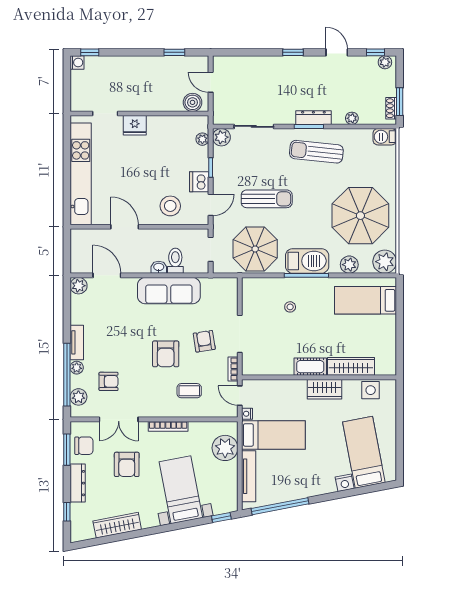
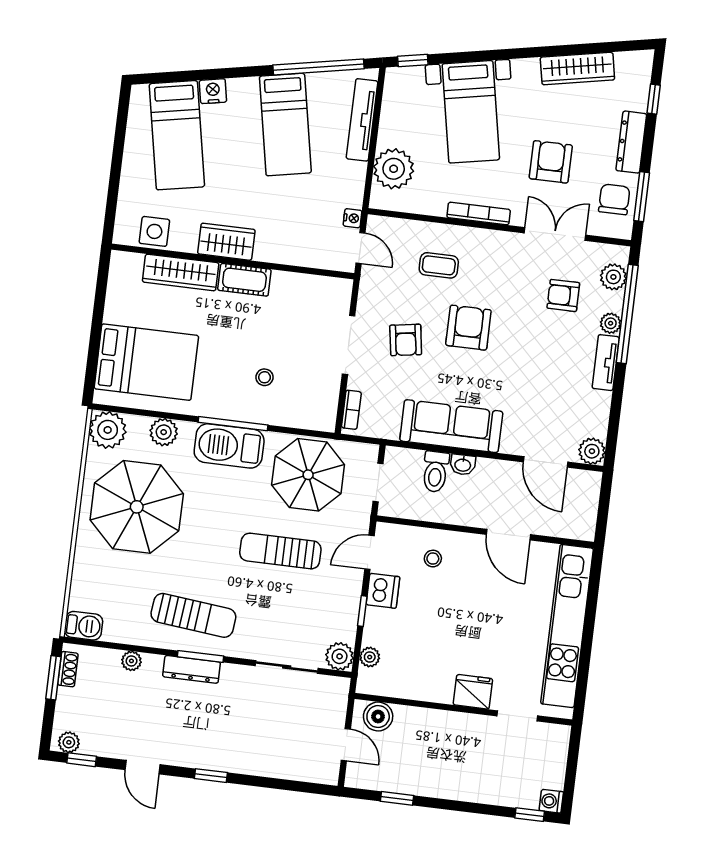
stool: (170, 206) -> (433, 559), width x0.53, depth x0.53
bed: (366, 300) -> (146, 362), width x1.50
bookcase: (233, 369) -> (351, 410), moved
bed: (273, 435) -> (285, 125), moved, turned -101
chair: (84, 446) -> (614, 199), turned 90

